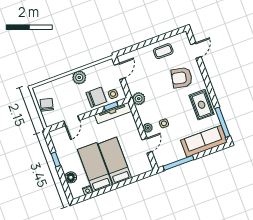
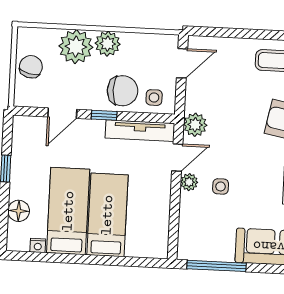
plant: (64, 86) -> (76, 47), added
window: (111, 106) -> (104, 115), moved
door: (147, 146) -> (177, 157), moved

